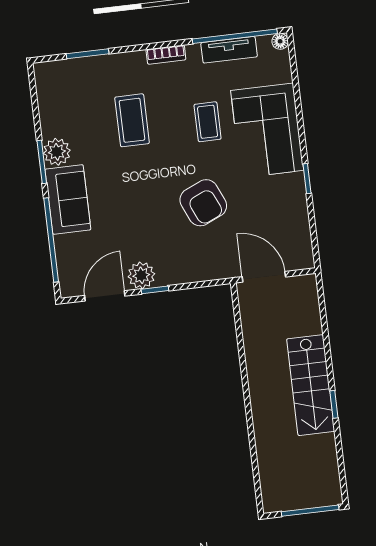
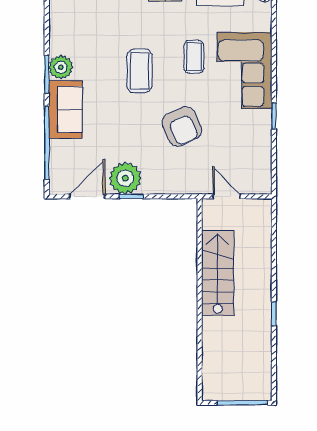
coffee table: (132, 120) -> (139, 71), moved
plant: (141, 275) -> (125, 178), width x1.36, depth x1.36
door: (264, 277) -> (227, 196), width x0.73
stairs: (311, 385) -> (218, 273), moved, turned 180

